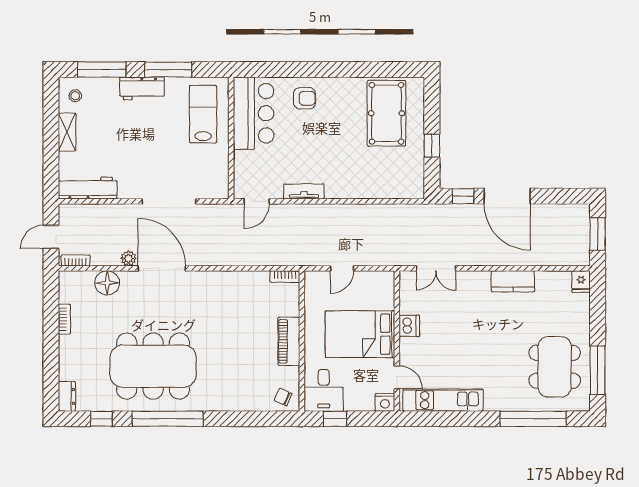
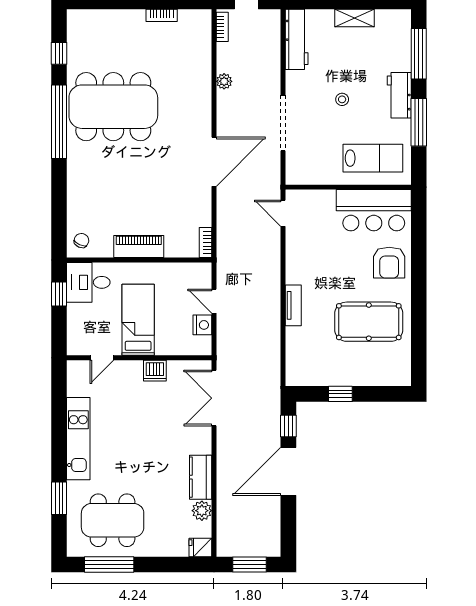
stool: (75, 96) -> (342, 99), moved
armchair: (305, 98) -> (389, 263), width x1.38, depth x1.38
pool table: (387, 113) -> (369, 322), moved
tv unit: (304, 191) -> (293, 305), moved
door: (162, 268) -> (214, 162), moved
double door: (436, 268) -> (214, 398), width x1.37
plant: (545, 280) -> (202, 511), added
floor lamp: (107, 283) -> (199, 59), removed
bed: (360, 334) -> (138, 320), width x0.67
dining table: (153, 366) -> (113, 107), turned 90
dresser: (67, 396) -> (82, 18), removed
kitchen unit: (443, 400) -> (78, 439), moved
nightstand: (385, 402) -> (202, 325), moved, turned 180
window: (533, 419) -> (59, 498), width x0.47

